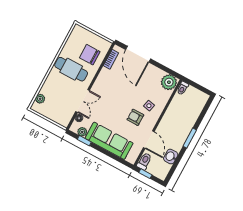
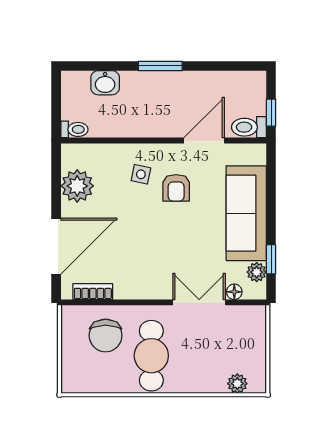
plant: (169, 82) -> (77, 186), moved
washbasin: (171, 157) -> (105, 83), moved

